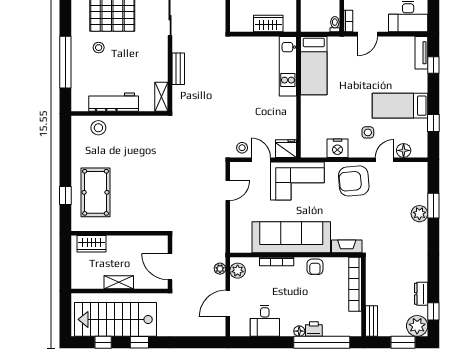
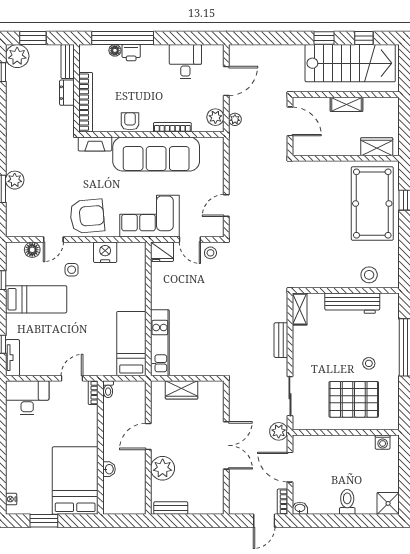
pool table: (96, 192) -> (372, 204), width x1.36, depth x1.32
dresser: (421, 294) -> (67, 93), moved, turned 180
floor lamp: (299, 331) -> (115, 50), moved

